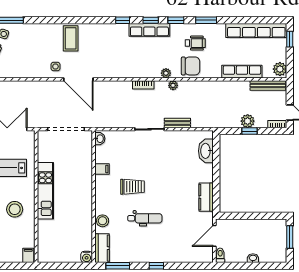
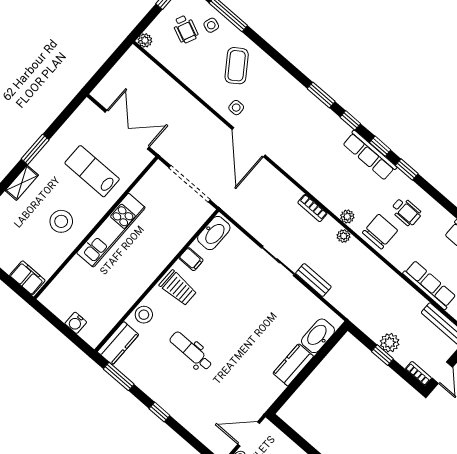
window: (206, 20) -> (321, 95), moved
coffee table: (71, 38) -> (237, 66), moved, turned -35
chair: (191, 66) -> (380, 232), turned -90
washbasin: (100, 139) -> (214, 233), width x1.91, depth x1.45
trolley: (132, 187) -> (178, 288), moved
kitchen counter: (206, 197) -> (293, 365), moved
dental chair: (145, 218) -> (191, 351), turned 180
filing cabinet: (28, 255) -> (27, 278), width x2.00
water cooler: (87, 257) -> (76, 323), moved

